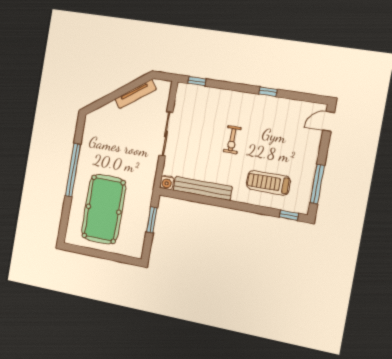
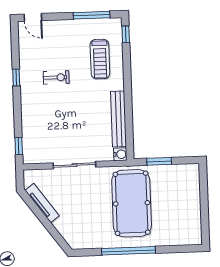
exercise bike: (232, 140) -> (56, 77), moved
pool table: (104, 209) -> (132, 203), moved, turned 90

